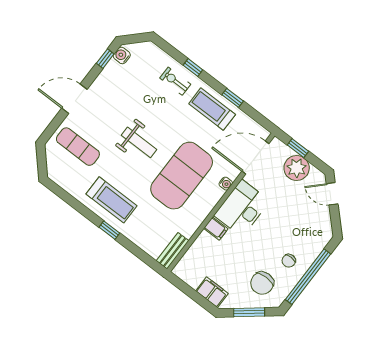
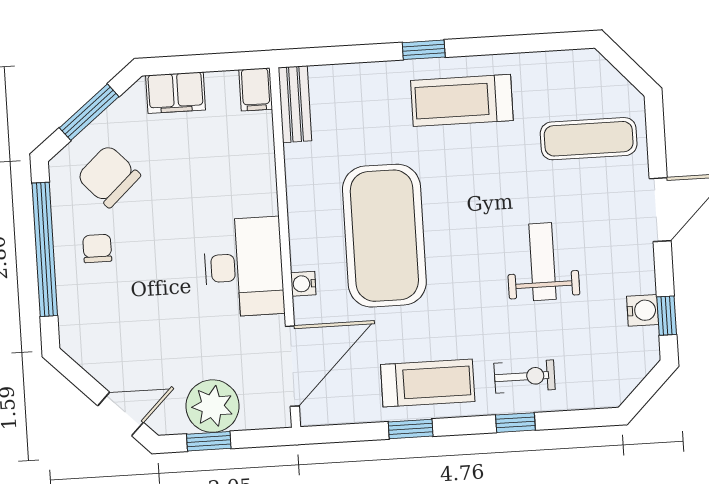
water cooler: (122, 55) -> (643, 310), moved
weight bench: (139, 142) -> (543, 262), moved, turned 90
window: (298, 148) -> (209, 441), moved
filing cabinet: (216, 229) -> (256, 89), moved, turned -90
chair: (262, 283) -> (109, 176), turned -43

